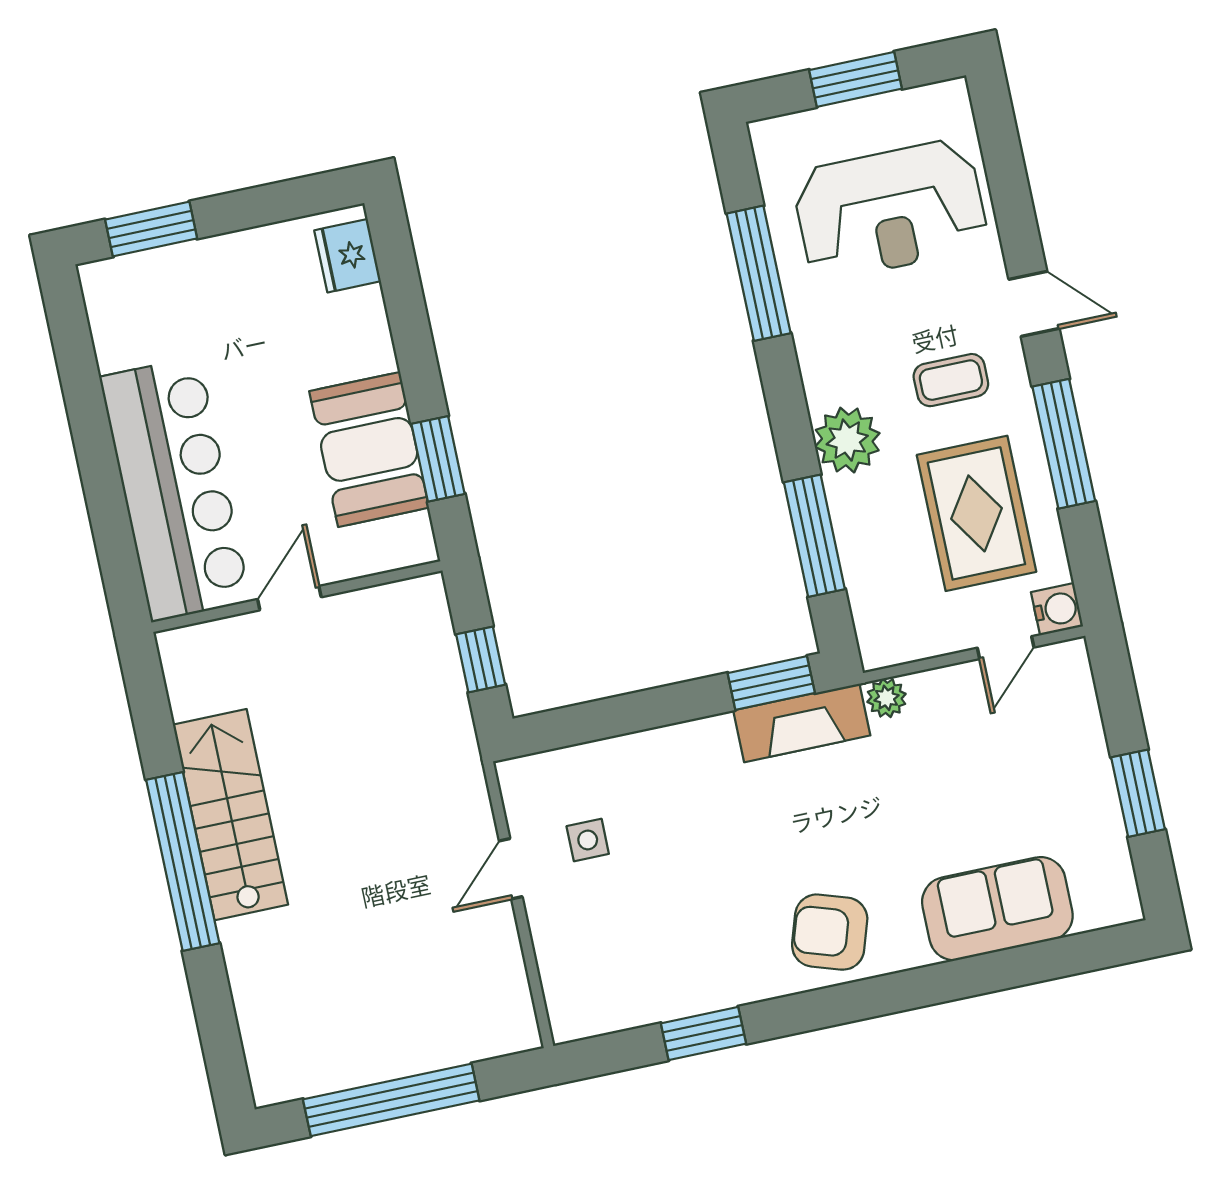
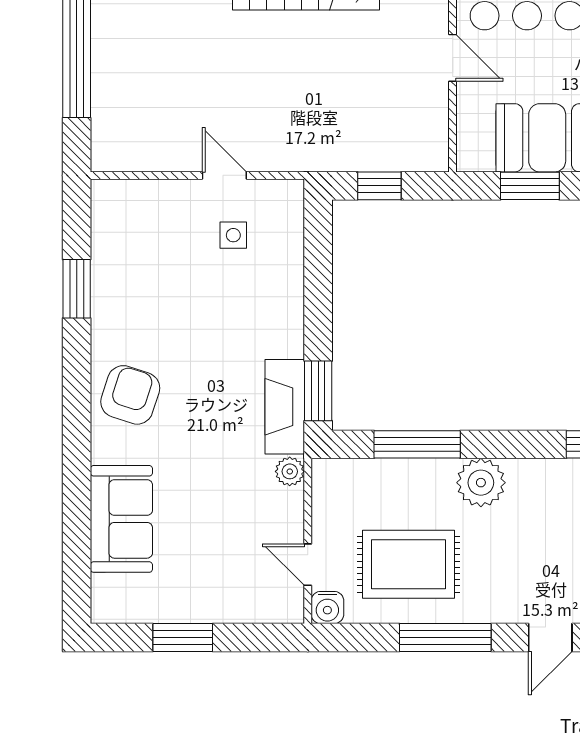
coffee table: (951, 380) -> (508, 566), removed

